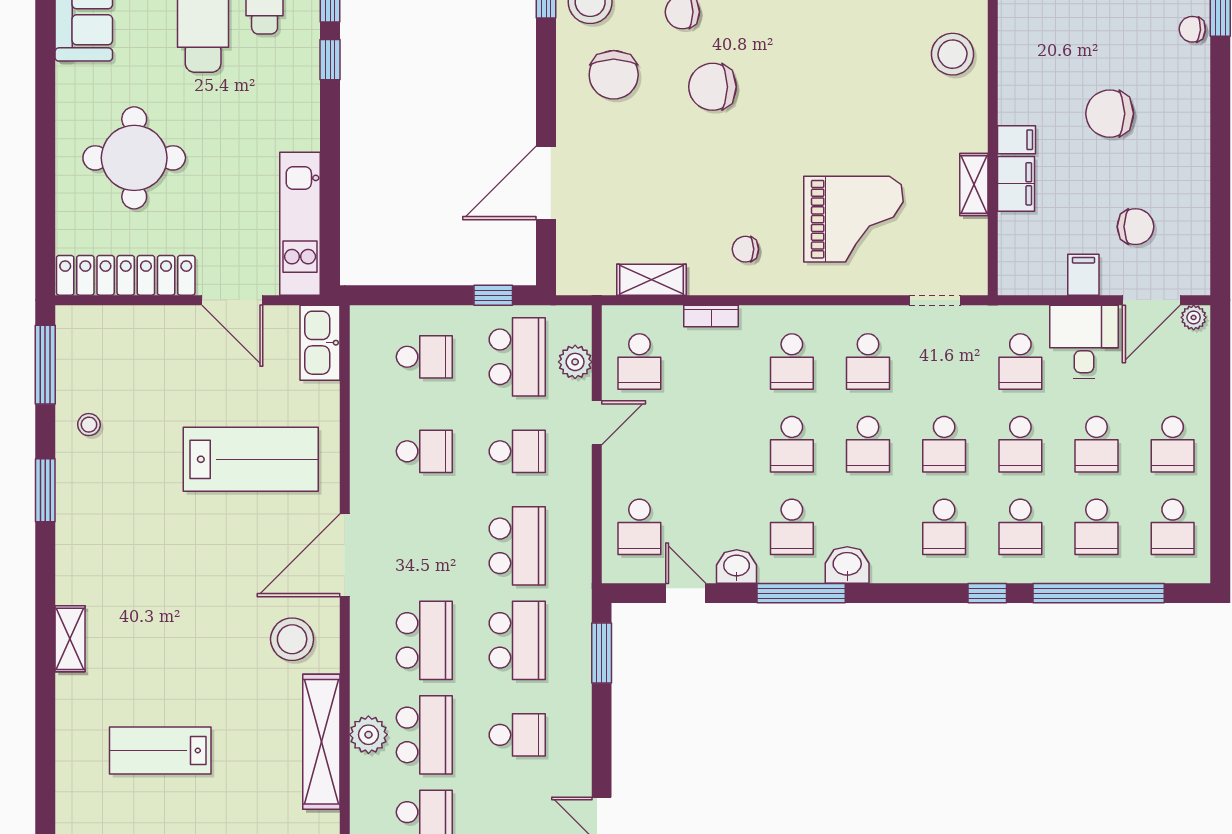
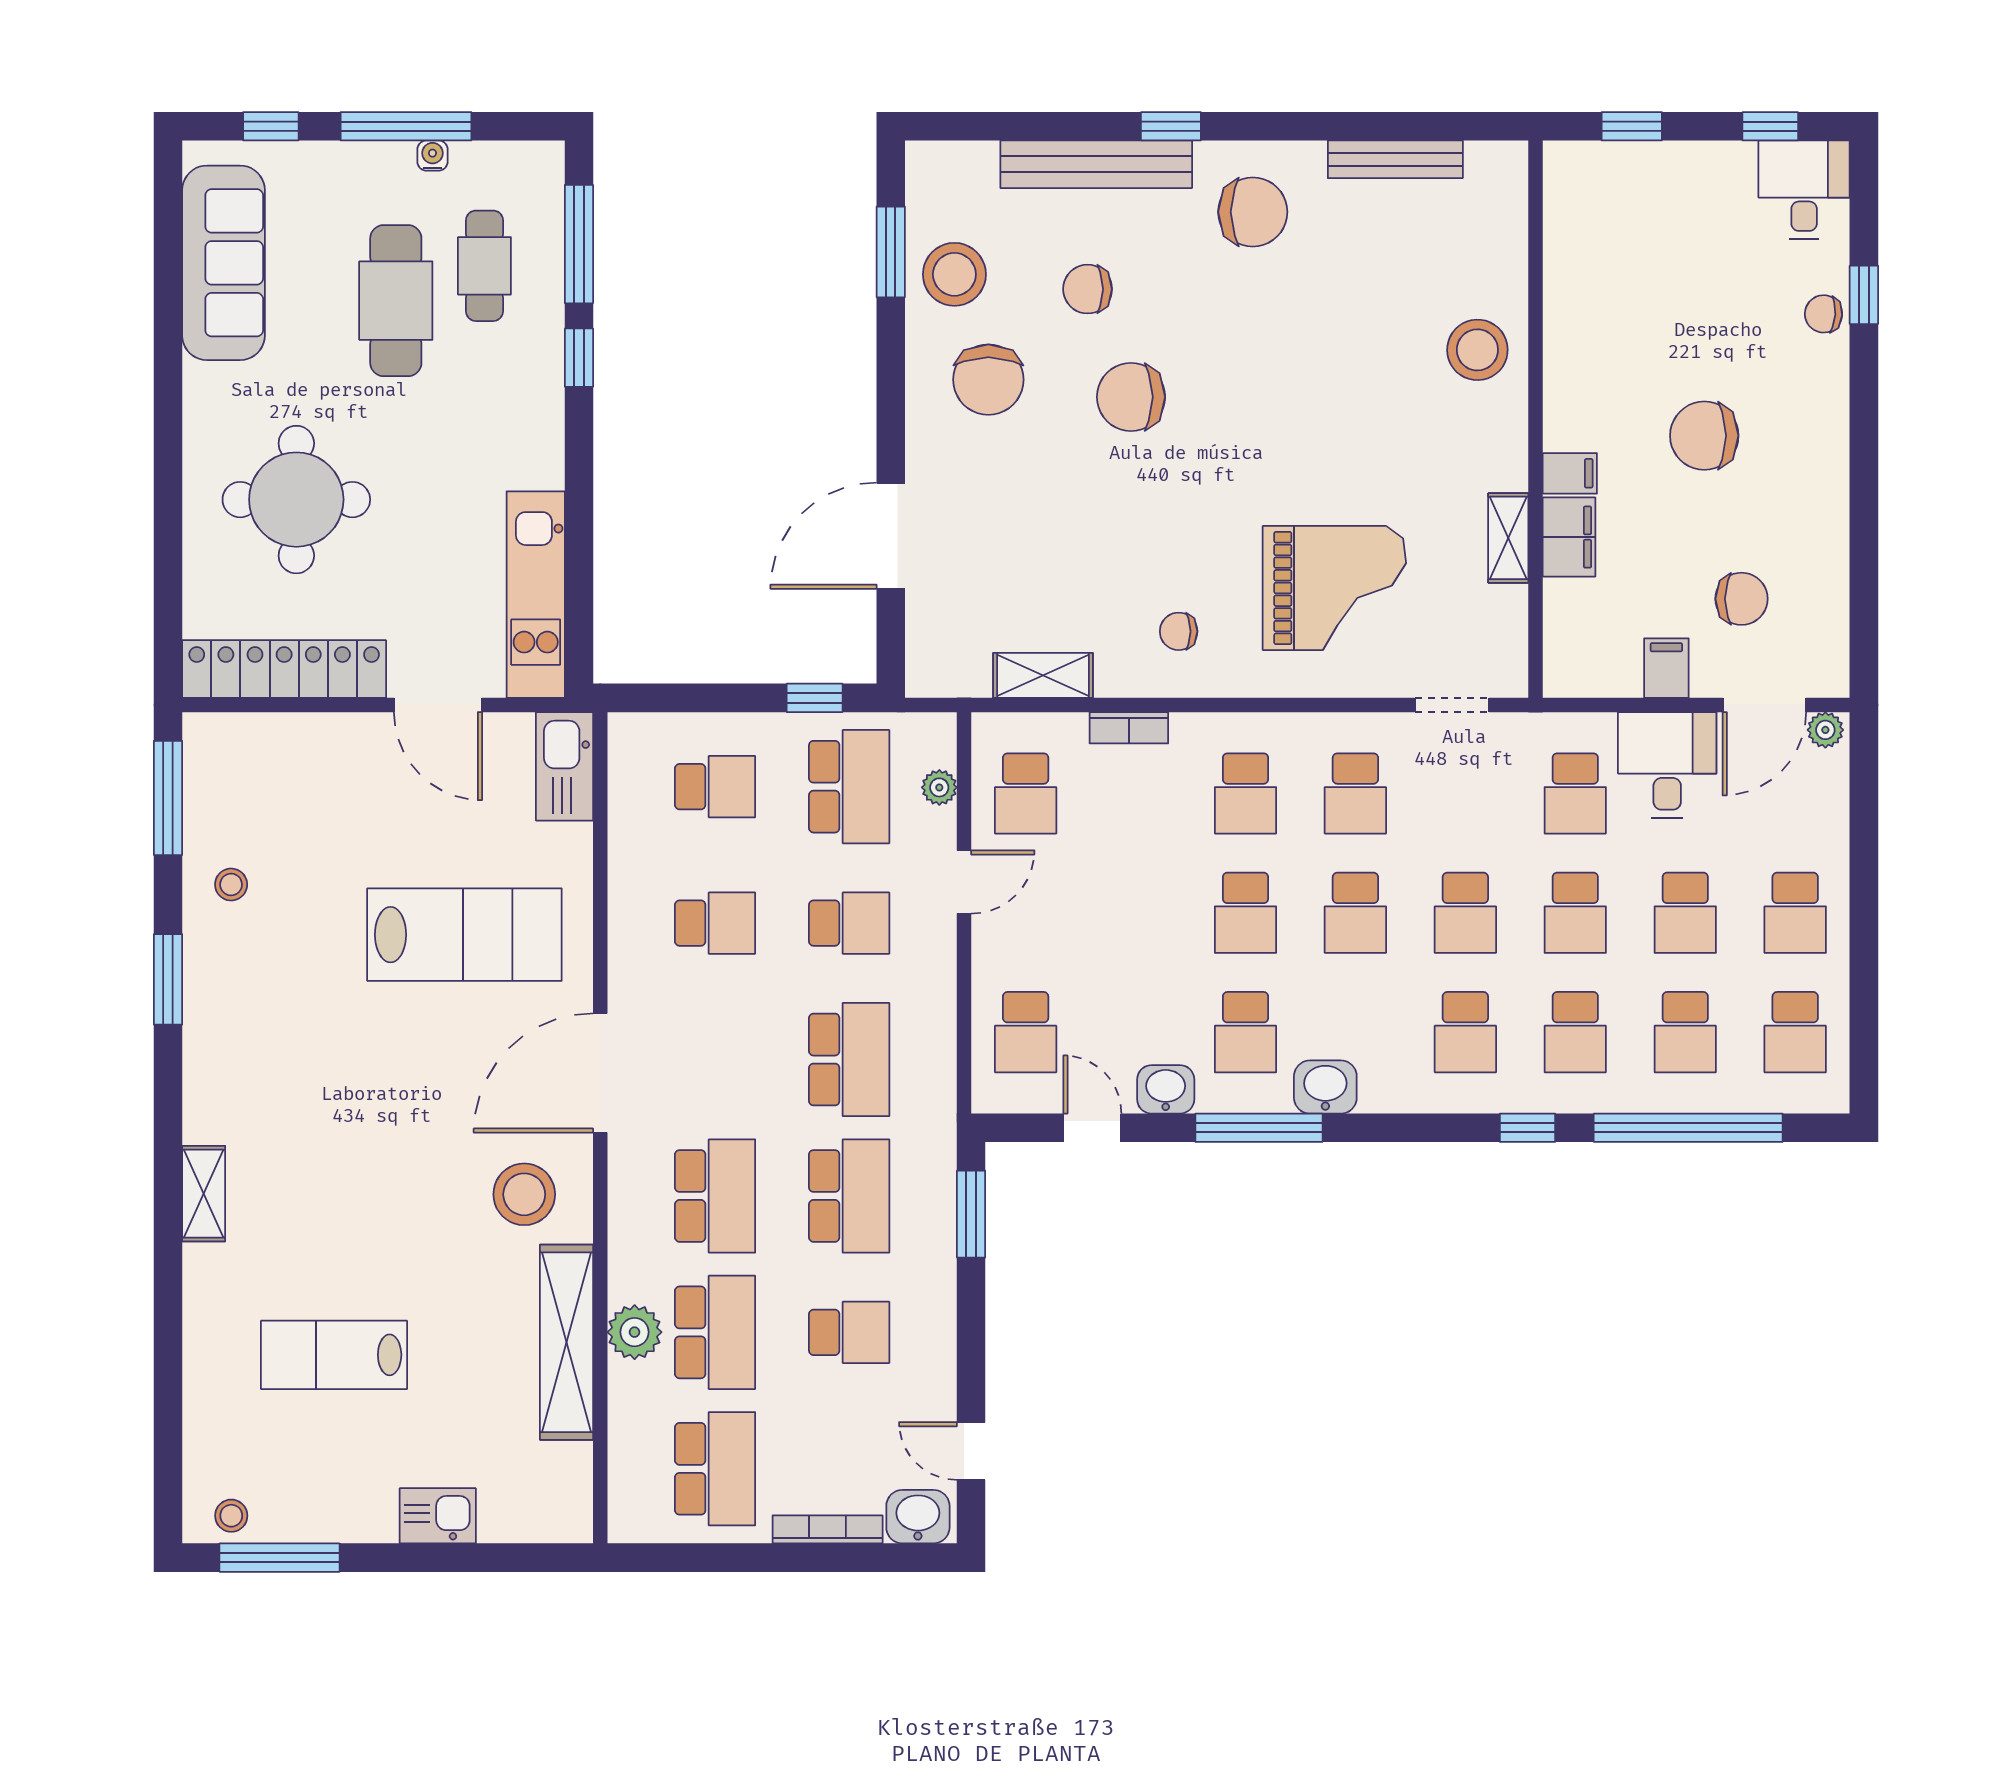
plant: (575, 362) -> (939, 787), width x0.73, depth x0.73

